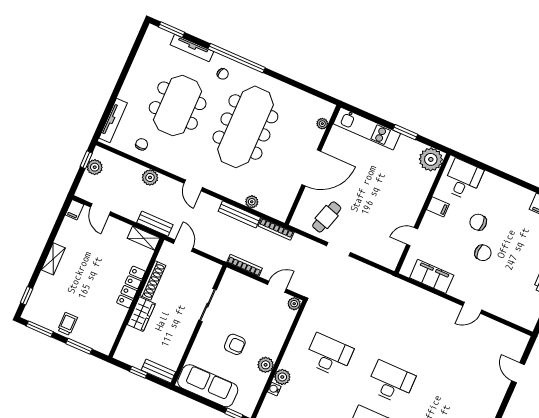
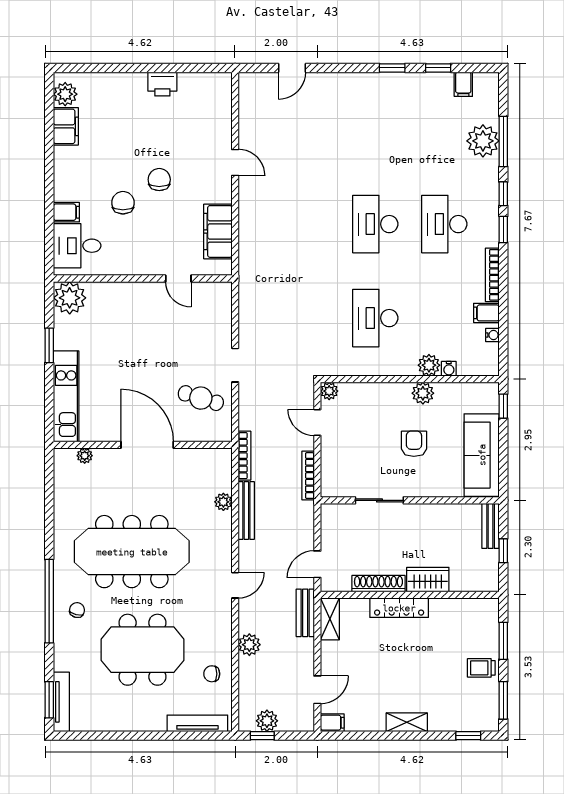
tv unit: (192, 48) -> (61, 702), moved
filing cabinet: (438, 207) -> (66, 212), moved, turned 90
chair: (478, 222) -> (123, 203), turned 180

